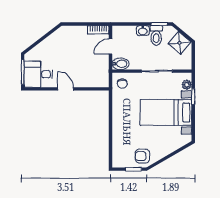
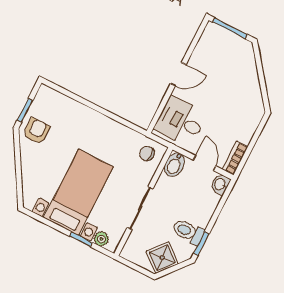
washbasin: (143, 31) -> (220, 184), moved
desk: (38, 74) -> (181, 121), moved, turned -90

